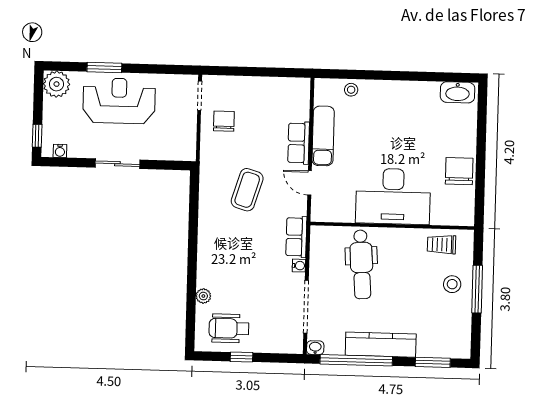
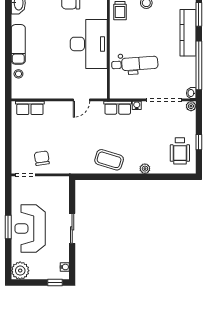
window: (104, 67) -> (8, 227), moved
chair: (224, 121) -> (42, 158), turned 82
exam couch: (323, 136) -> (18, 44), moved, turned 90
row of seats: (299, 143) -> (30, 108), moved
coffee table: (247, 190) -> (109, 160), moved
plant: (203, 296) -> (145, 169), moved
kitchen counter: (381, 345) -> (188, 33), moved
plant: (296, 347) -> (191, 106), added

